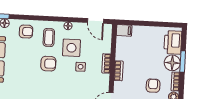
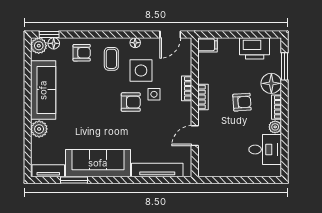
door: (96, 21) -> (170, 35), hinge flipped
printer: (173, 42) -> (255, 48), moved, turned -90
window: (183, 61) -> (285, 66), moved
armchair: (48, 64) -> (131, 102), moved
armchair: (153, 86) -> (242, 102), moved, turned 86

